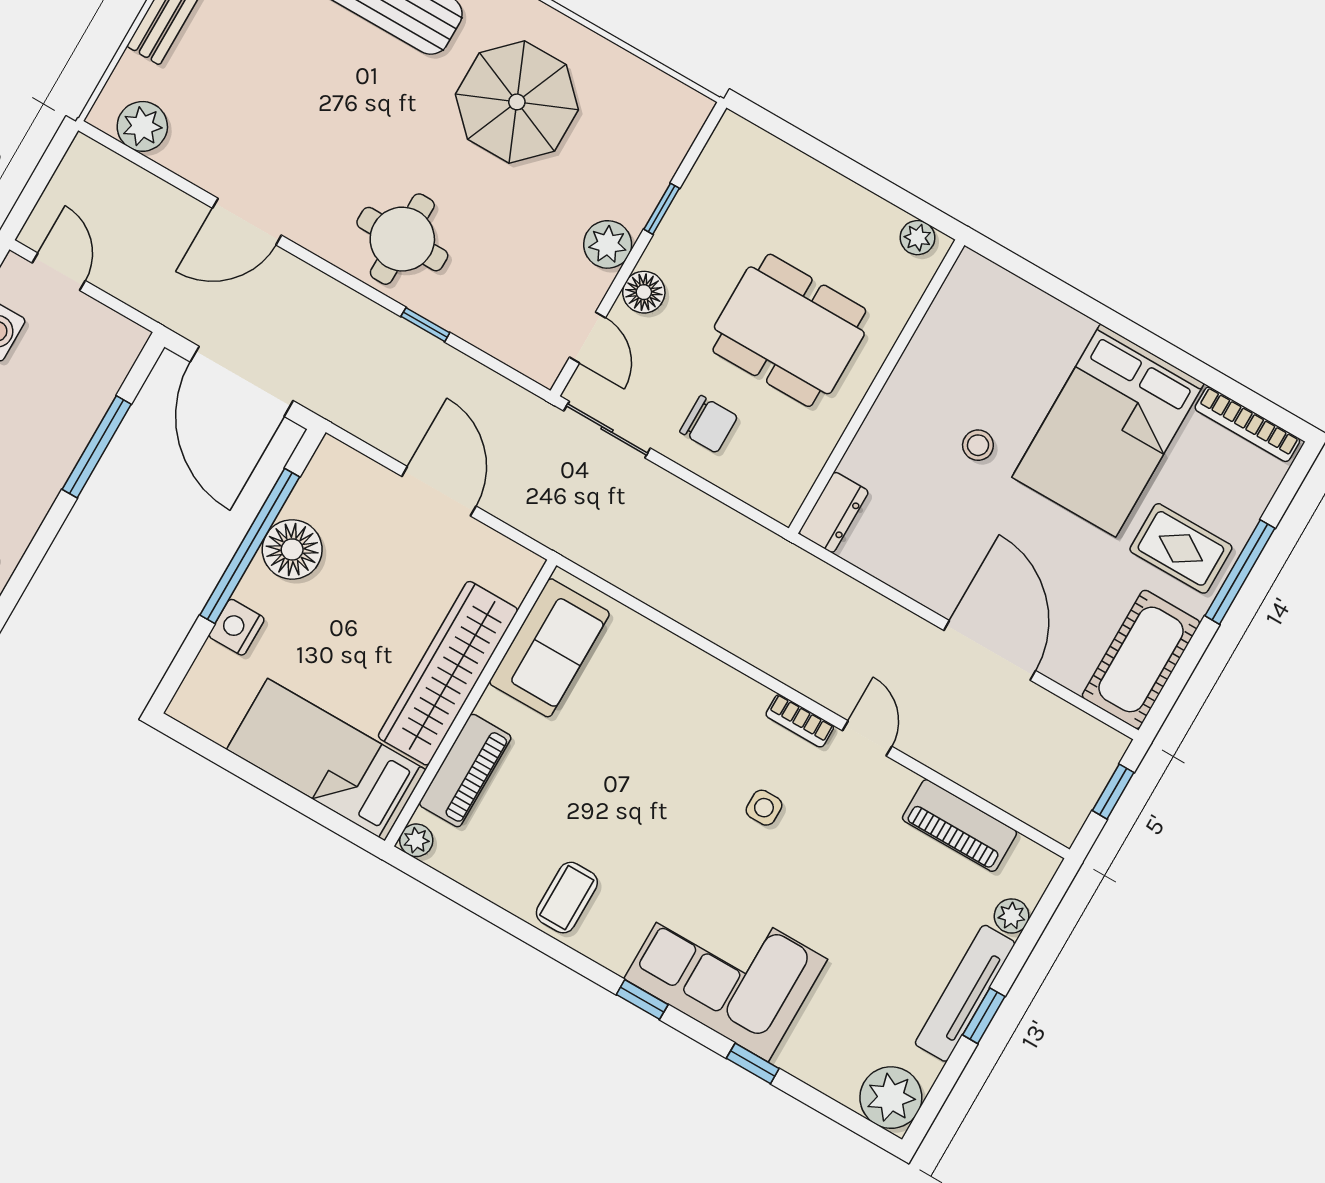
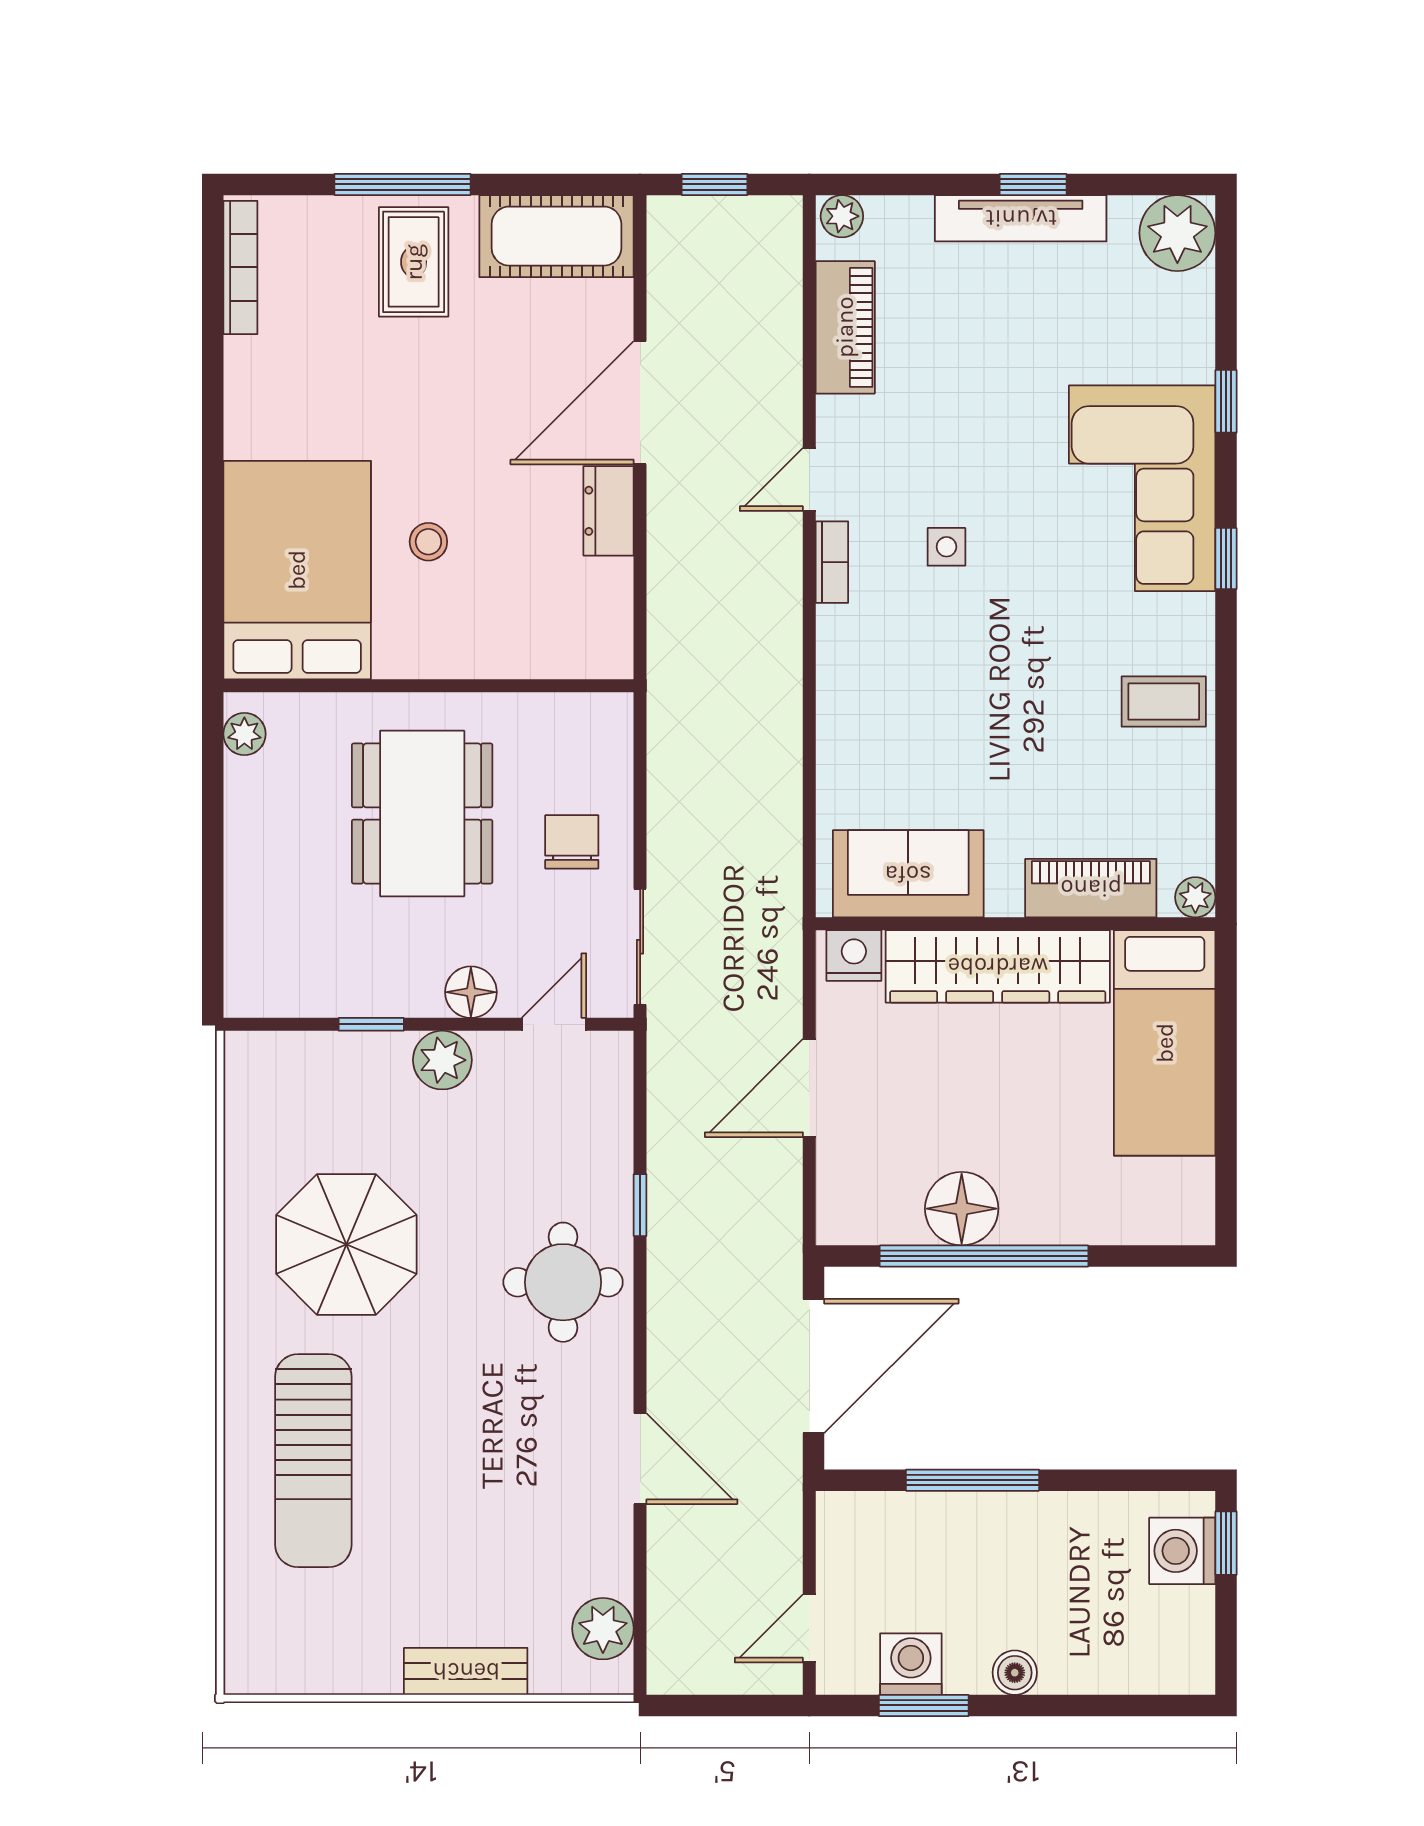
bed: (1108, 430) -> (297, 570), moved, turned -90
dresser: (834, 512) -> (608, 511), moved, turned -90
nightstand: (237, 627) -> (854, 956), moved, turned 180
plant: (1012, 916) -> (842, 216), moved

